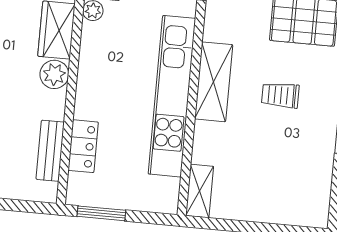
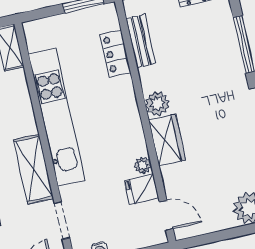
shelving: (214, 82) -> (33, 169), moved

